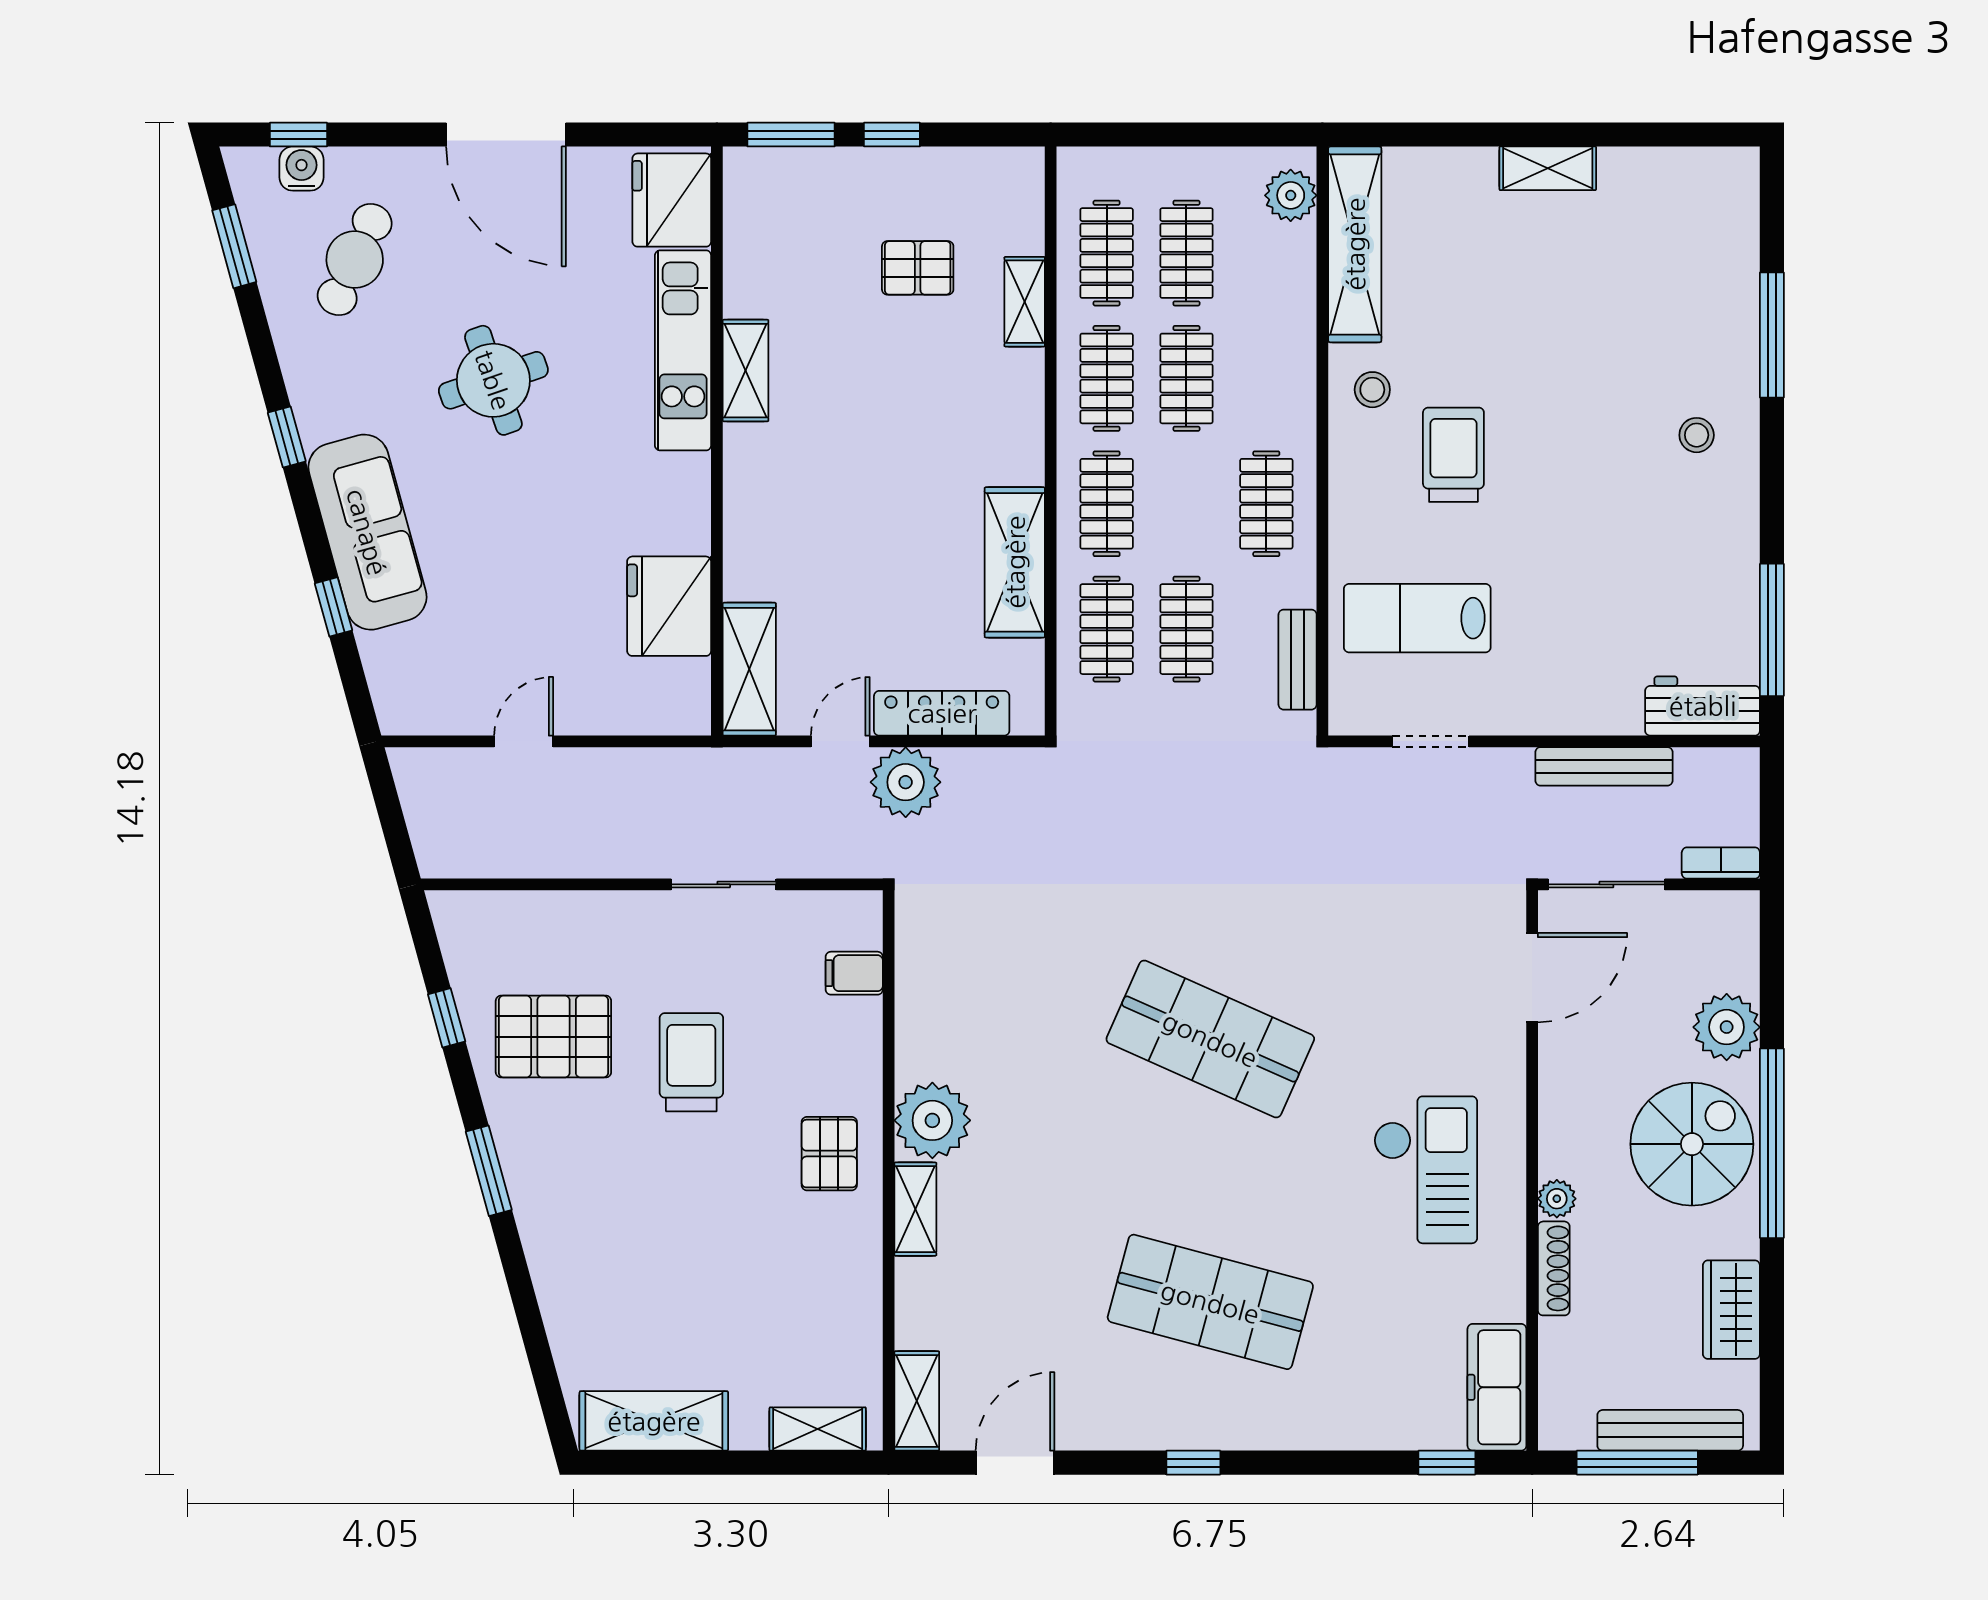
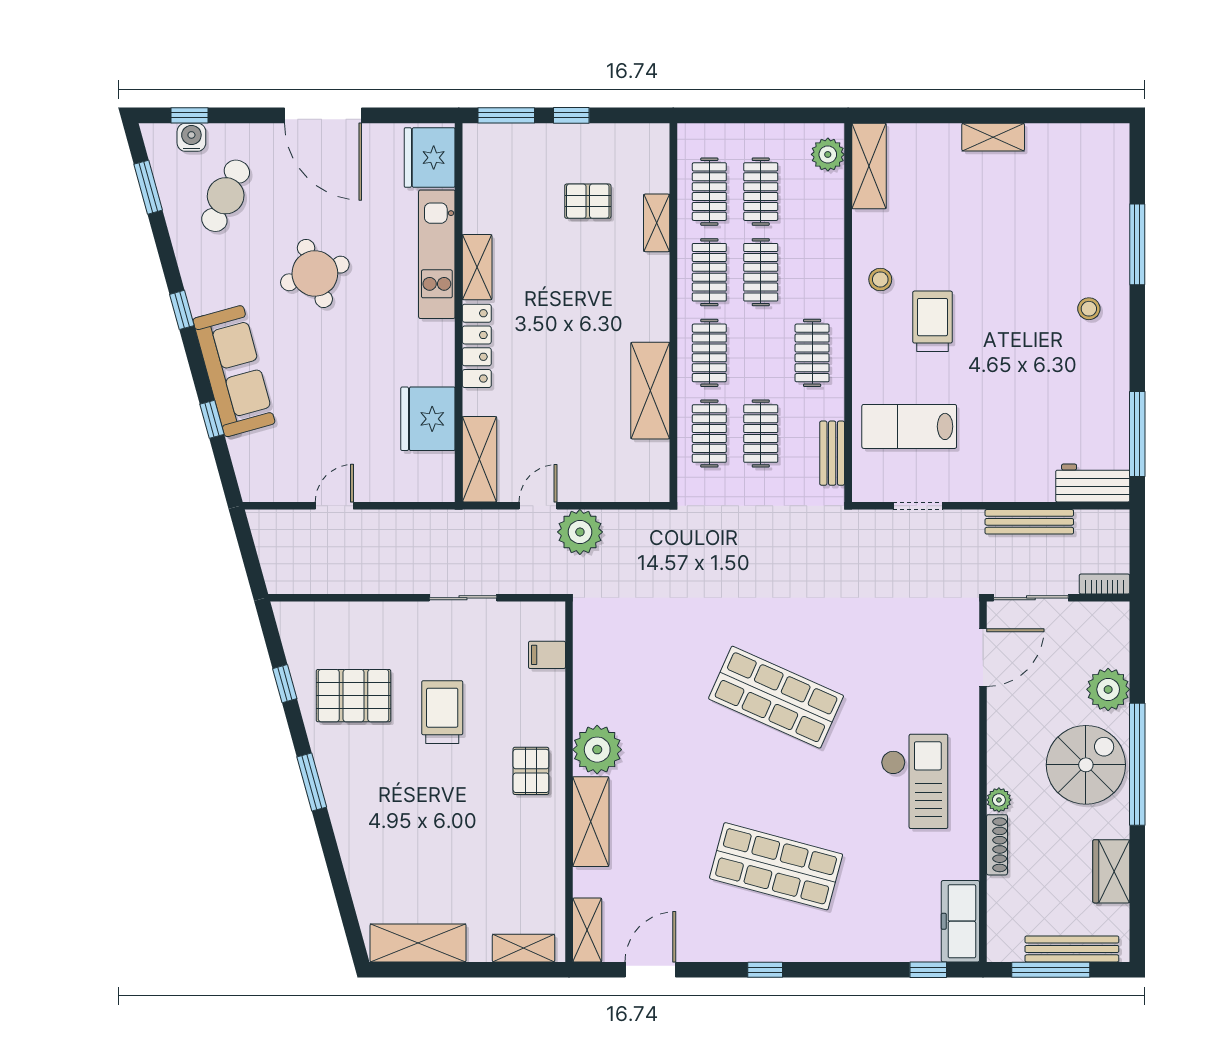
shelving: (1355, 244) -> (869, 166), width x0.68
locker: (942, 713) -> (477, 346), moved, turned 90
shelving: (915, 1209) -> (591, 822), width x1.50, depth x1.33

